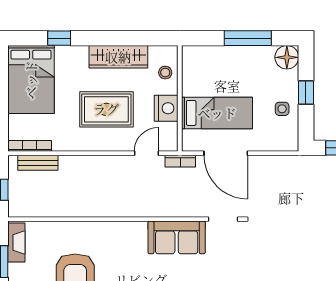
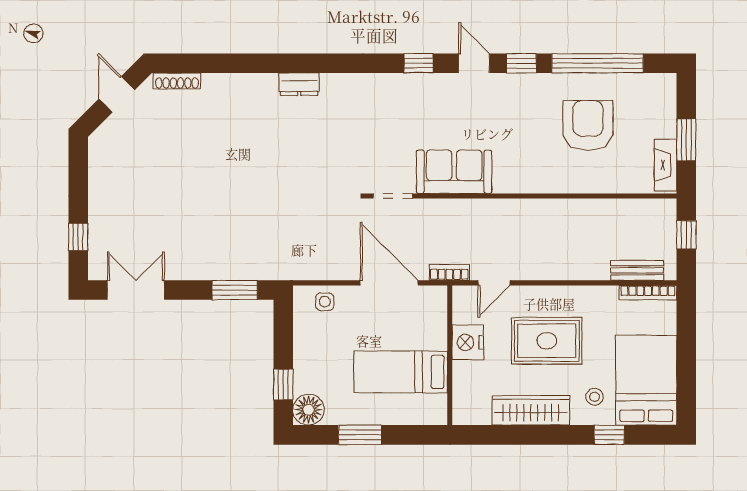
window: (248, 38) -> (360, 435), width x0.69
stool: (165, 73) -> (595, 397), moved
window: (306, 93) -> (283, 385), moved
side table: (282, 109) -> (325, 302), moved
bed: (217, 113) -> (401, 372), moved

